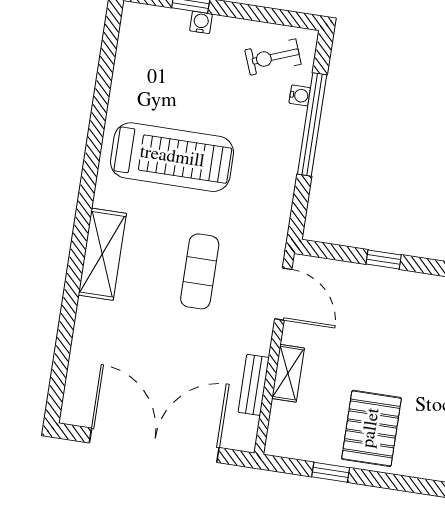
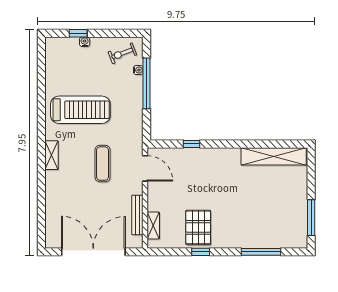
shelving: (102, 254) -> (51, 155), width x0.67, depth x0.75
shelving: (288, 373) -> (153, 225), moved
bench: (254, 385) -> (137, 215), width x1.36
window: (331, 472) -> (201, 252), moved

